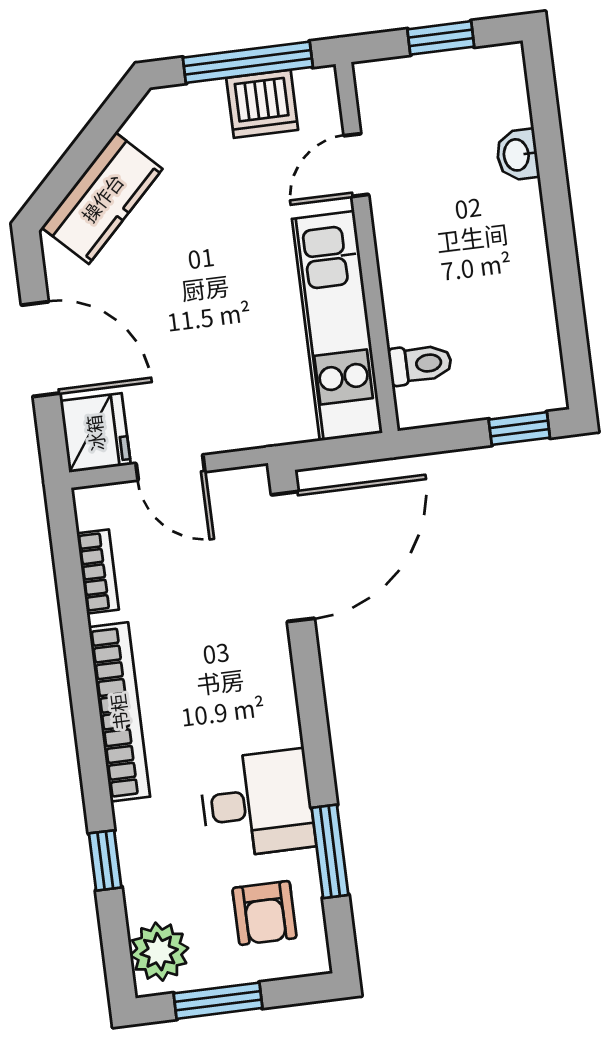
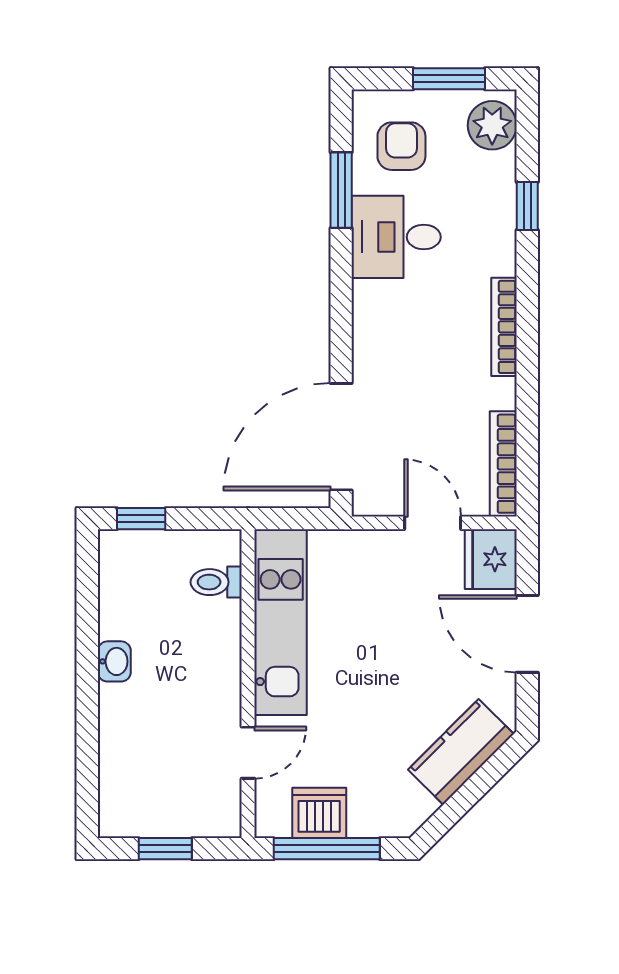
washbasin: (517, 155) -> (114, 661), moved
bookcase: (98, 571) -> (503, 464), width x1.56
bookcase: (119, 712) -> (504, 327), width x0.68, depth x0.76

